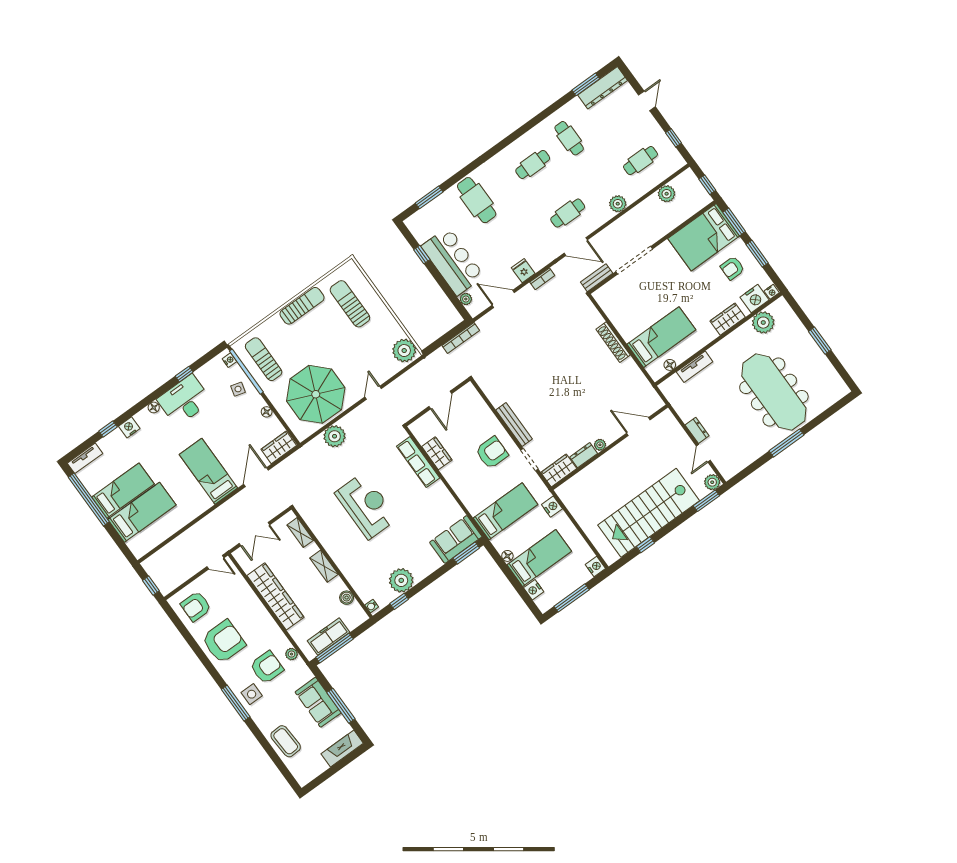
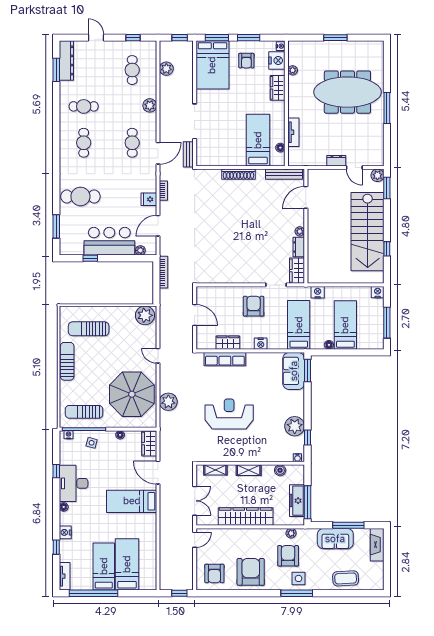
plant: (763, 323) -> (293, 70), width x0.53, depth x0.53
bench: (514, 424) -> (284, 174), moved
nightstand: (534, 590) -> (261, 344), moved

